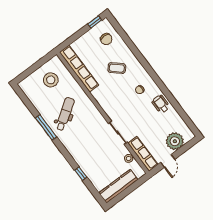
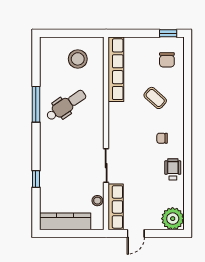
plant: (175, 141) -> (173, 219), moved

